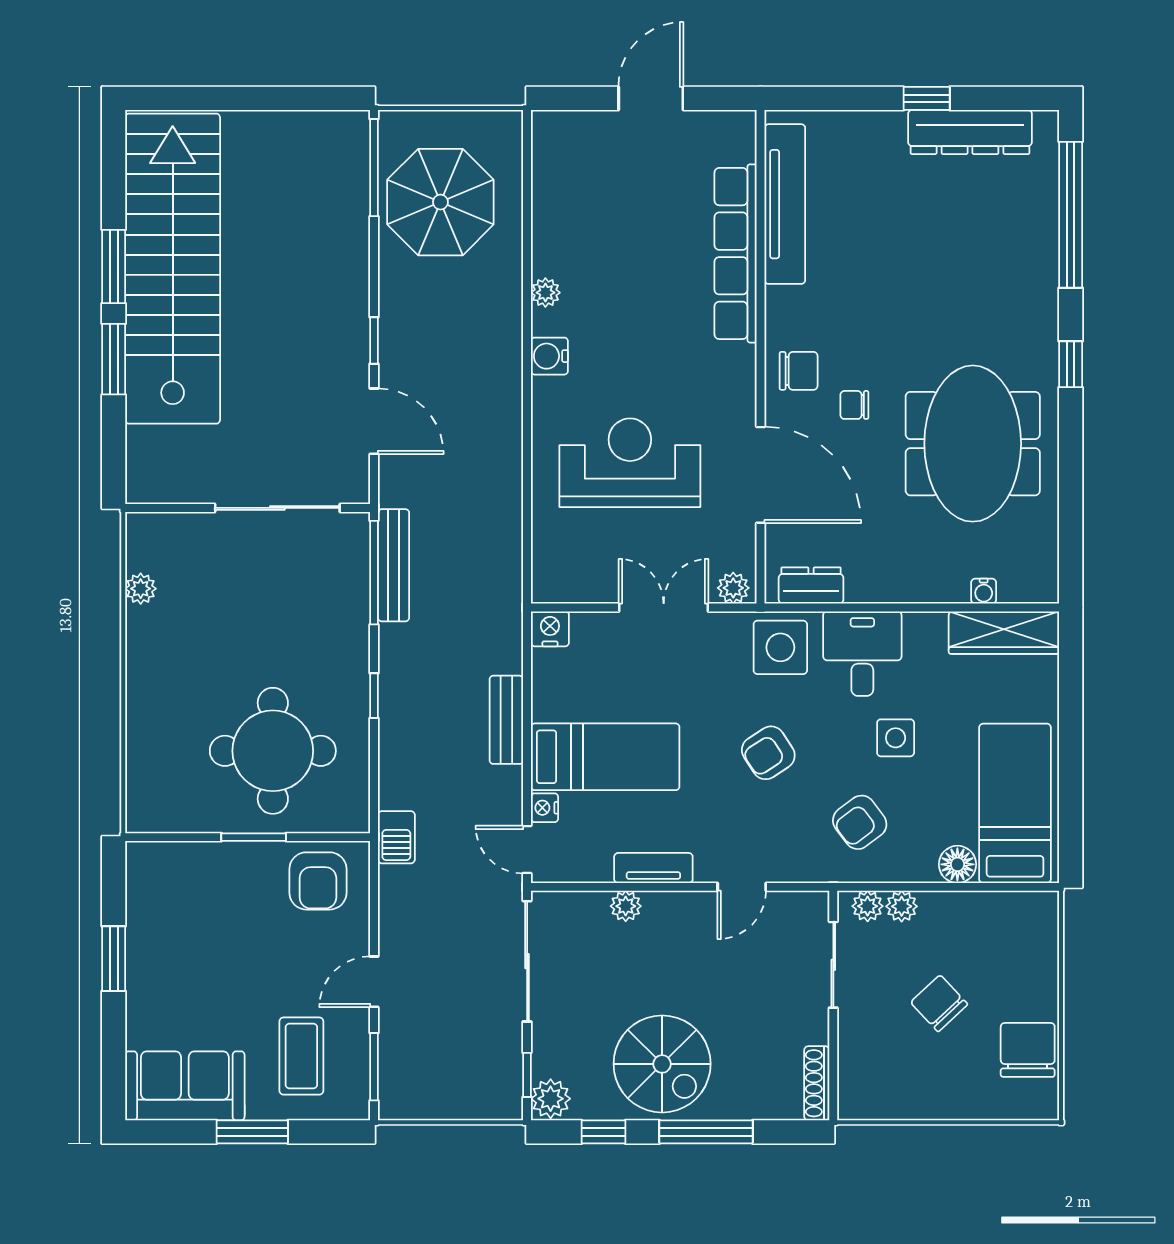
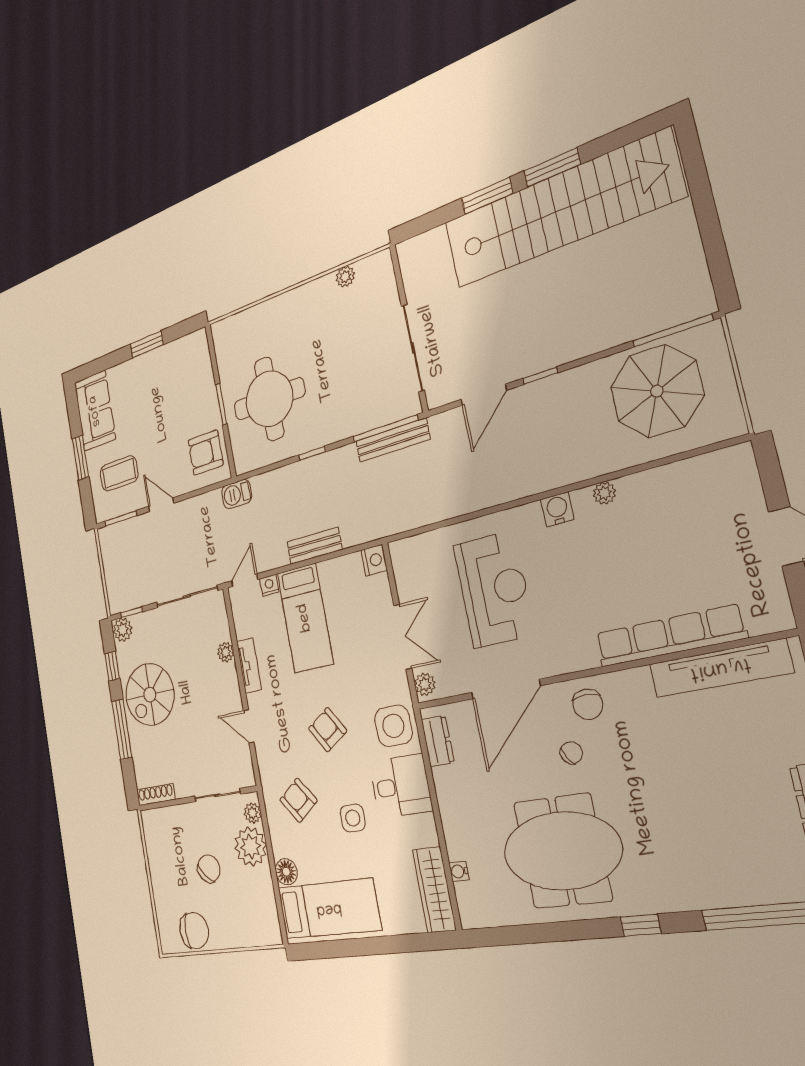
chair: (854, 405) -> (571, 753), turned 57
plant: (902, 906) -> (250, 847), width x1.87, depth x1.87

